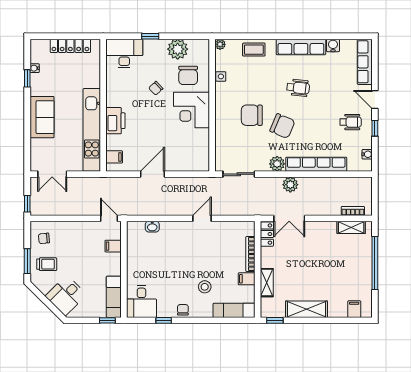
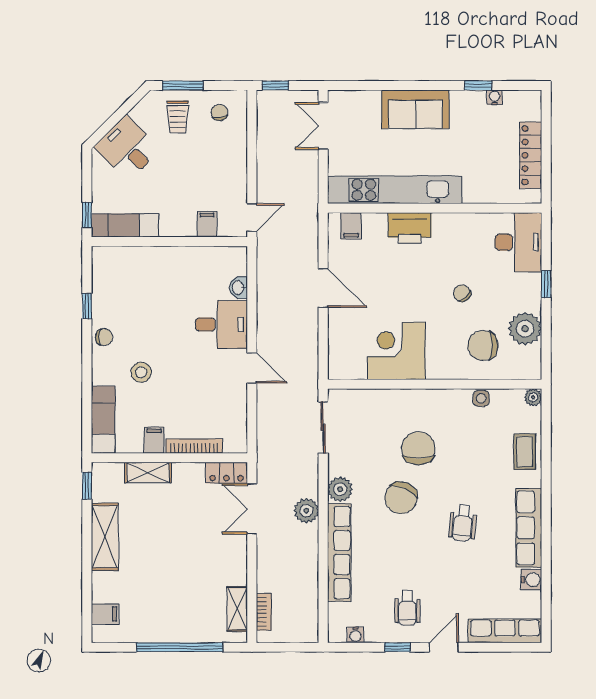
corner desk: (191, 110) -> (396, 351), moved
desk: (141, 302) -> (221, 324), moved, turned 180

